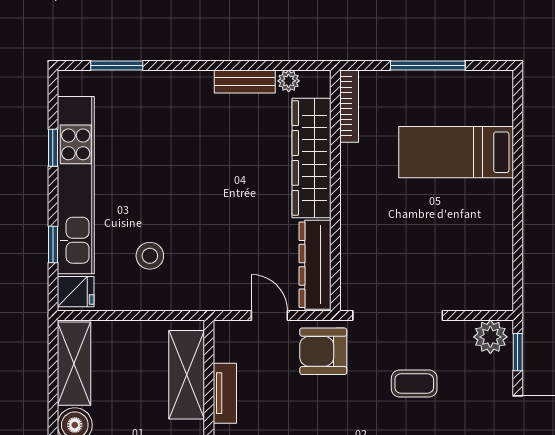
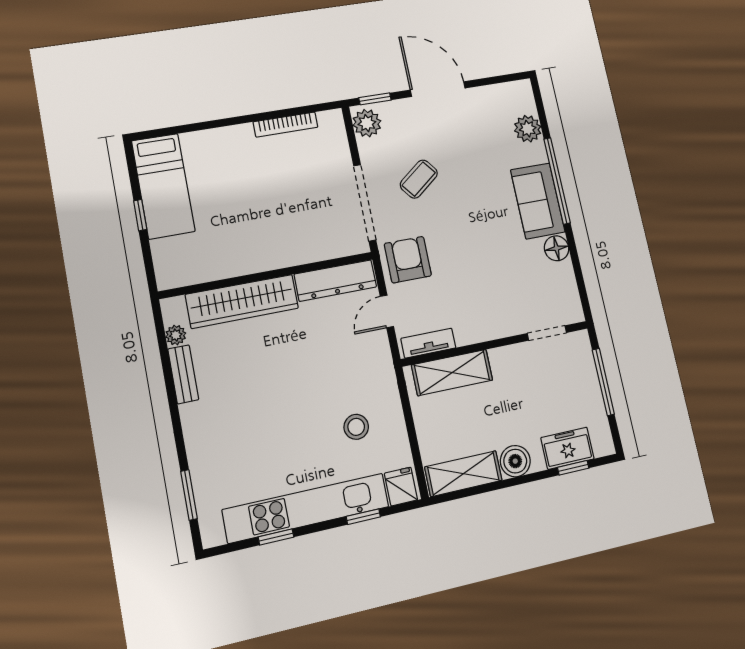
window: (428, 65) -> (140, 215), width x0.46
bookcase: (349, 106) -> (286, 125), moved, turned 180
bed: (456, 152) -> (163, 186), moved
armchair: (323, 351) -> (408, 260), turned 180
coffee table: (414, 383) -> (419, 179), turned 52
tv unit: (225, 393) -> (428, 343), moved

